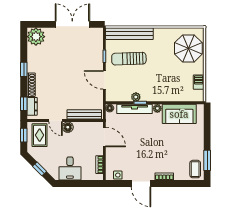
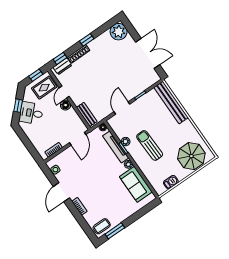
sun lounger: (129, 59) -> (150, 145), moved
bench: (84, 114) -> (87, 114), width x0.73
desk: (70, 168) -> (31, 113), moved, turned 45

